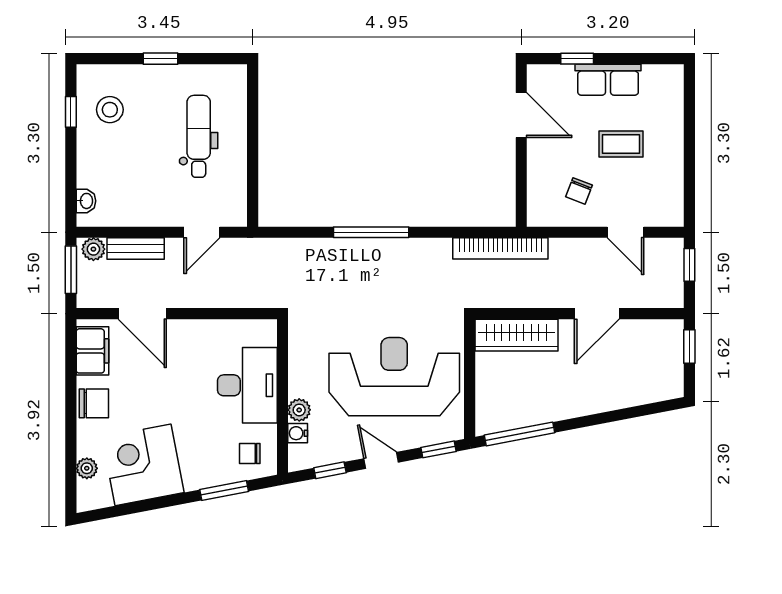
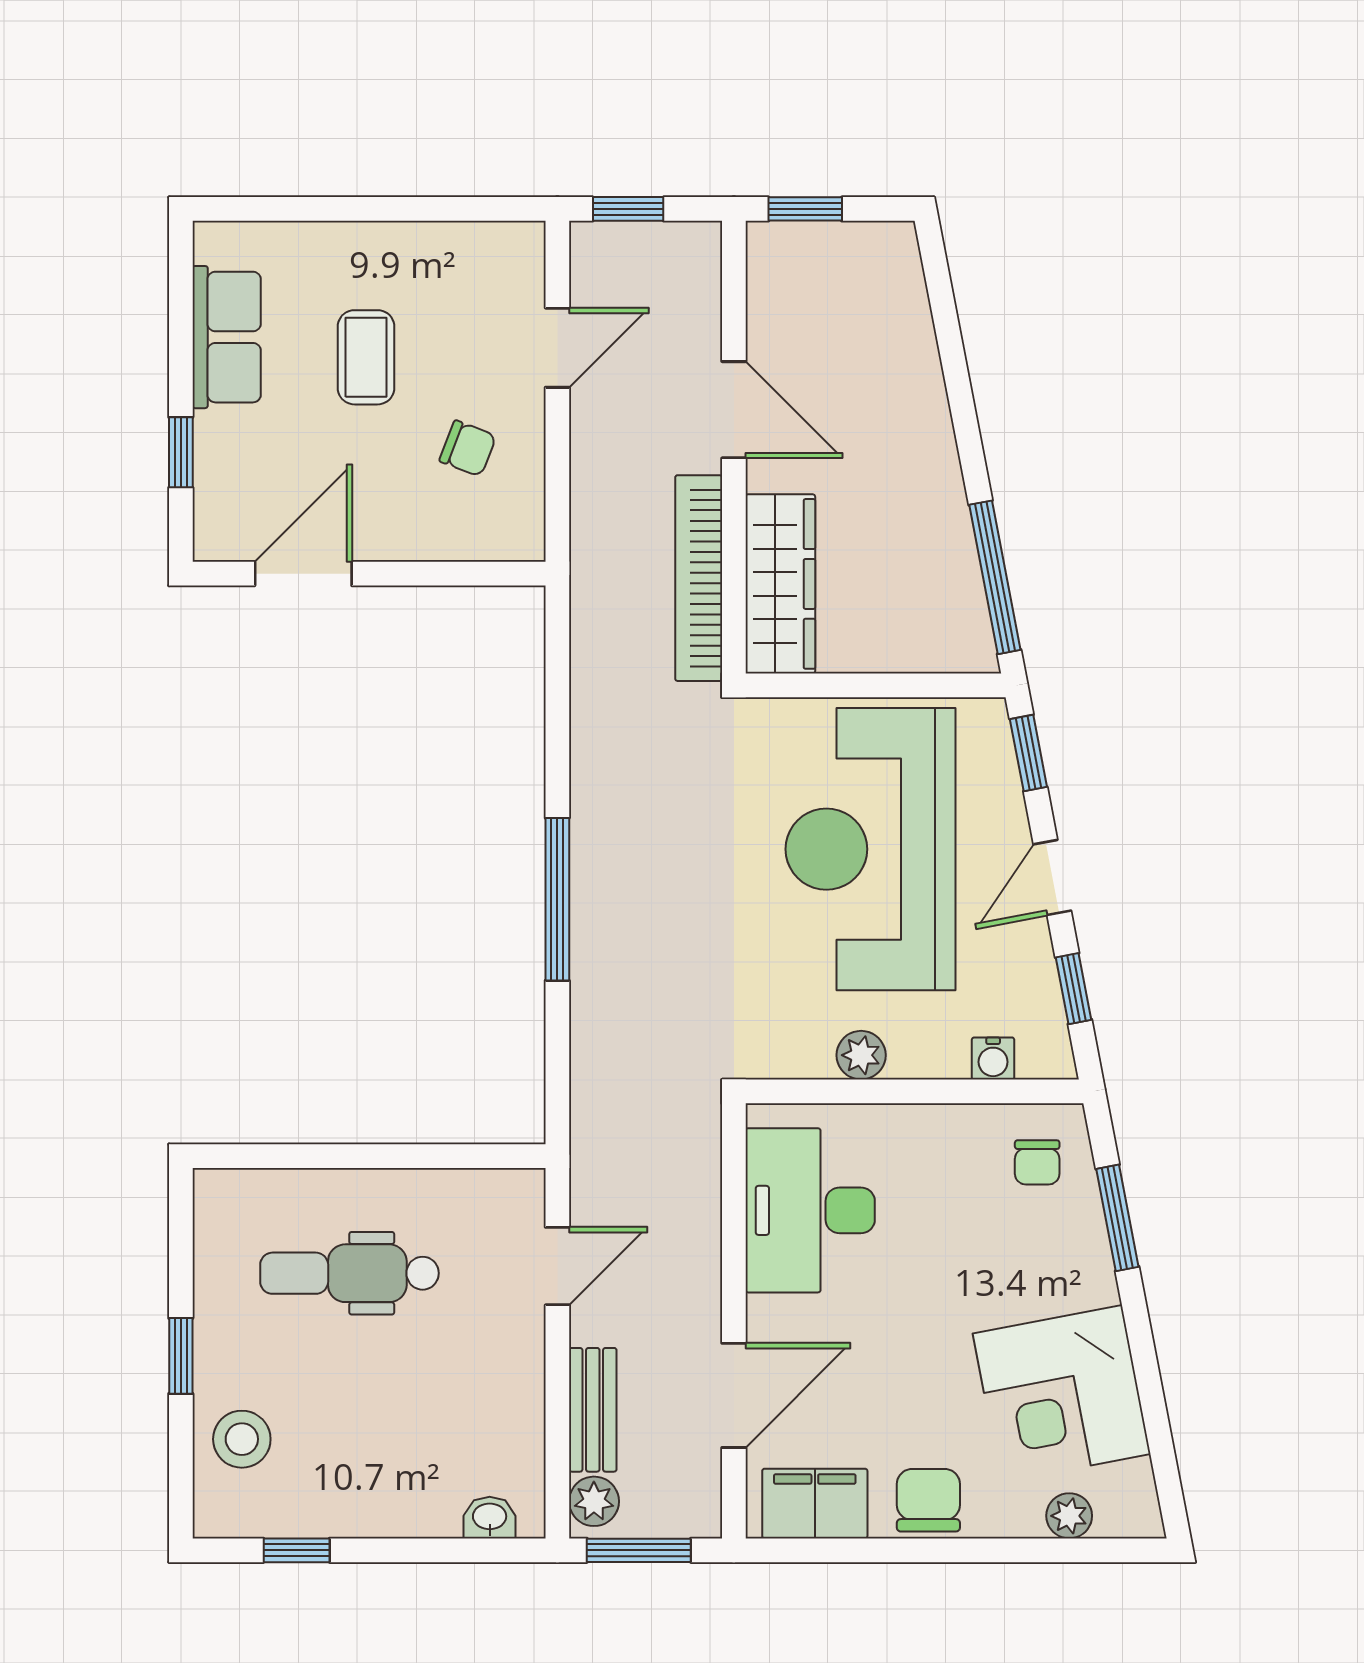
row of seats: (608, 80) -> (227, 337), moved
stool: (110, 110) -> (242, 1439), moved
door: (202, 232) -> (557, 1266), hinge flipped
bookcase: (500, 248) -> (699, 578), moved, turned 180
desk: (247, 385) -> (810, 1210), moved, turned -90
plant: (299, 410) -> (861, 1055), moved

